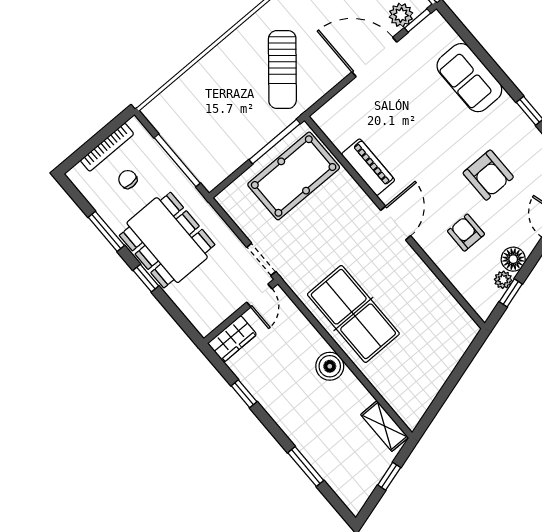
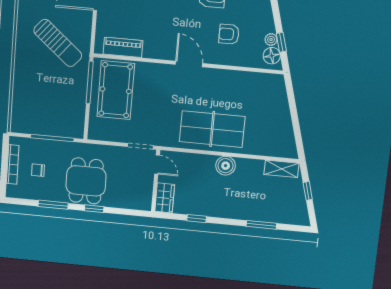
piano: (368, 167) -> (123, 47), moved
dining table: (167, 240) -> (86, 181), width x0.73
floor lamp: (513, 259) -> (272, 56), moved

